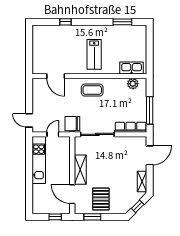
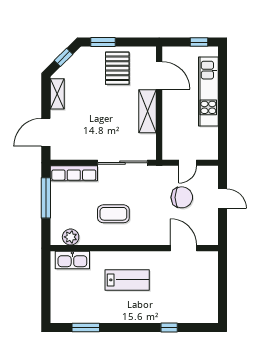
lab bench: (94, 54) -> (127, 280), turned 90
coffee table: (92, 90) -> (113, 214), moved
door: (29, 120) -> (222, 199), moved
chair: (72, 124) -> (182, 197), moved
kitchen unit: (39, 160) -> (208, 91), moved
window: (55, 217) -> (199, 42), moved
window: (92, 217) -> (103, 42), moved

